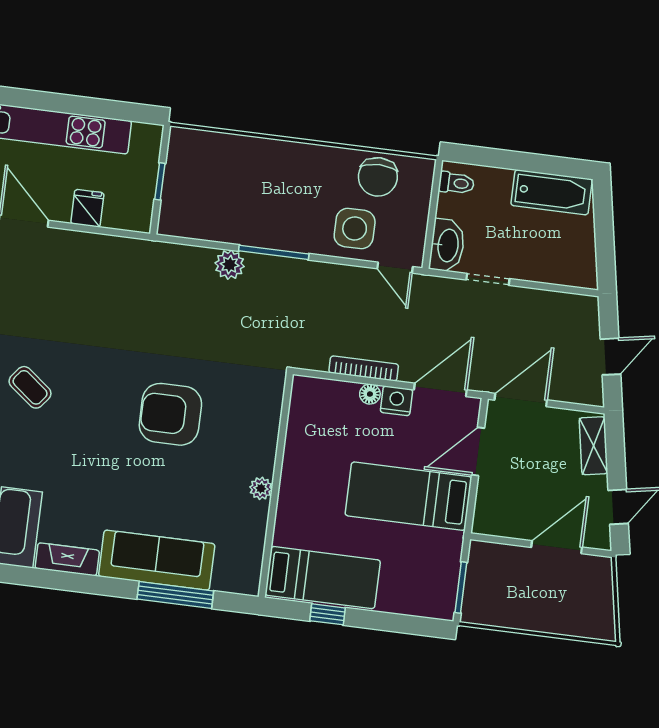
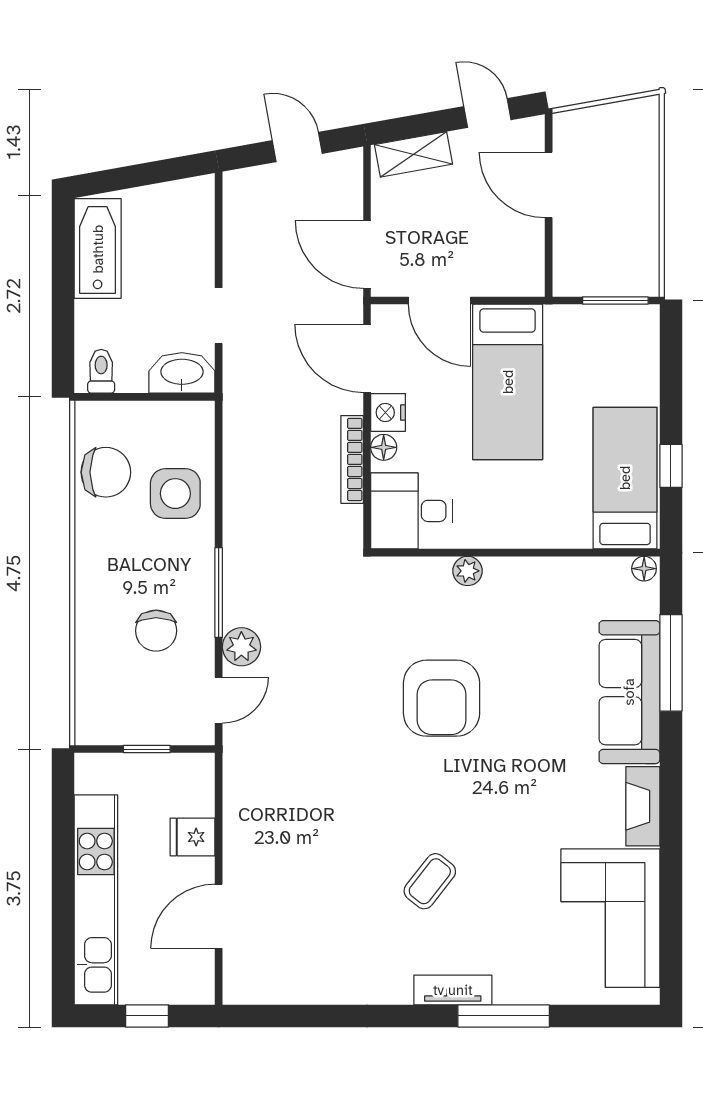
chair: (250, 200) -> (156, 631), added
door: (395, 268) -> (219, 700), moved
desk: (318, 409) -> (412, 511), added
plant: (261, 488) -> (468, 571), moved
floor lamp: (251, 583) -> (644, 569), added

